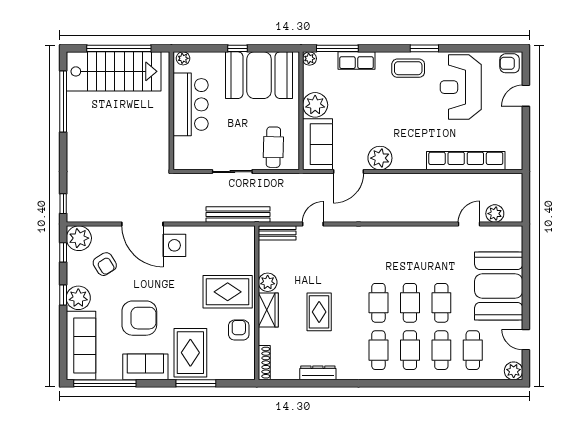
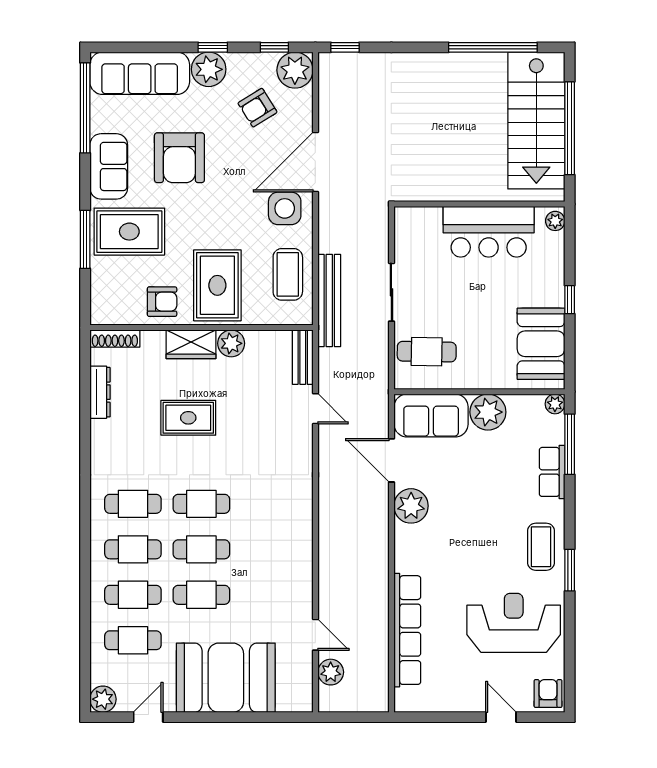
booth: (259, 75) -> (541, 344), width x0.73, depth x0.70
coffee table: (220, 243) -> (288, 274), added
dresser: (318, 373) -> (100, 392), moved

